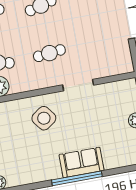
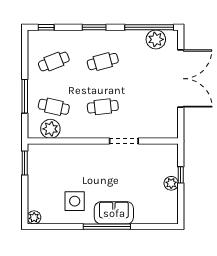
side table: (44, 118) -> (75, 201), moved, turned 36

